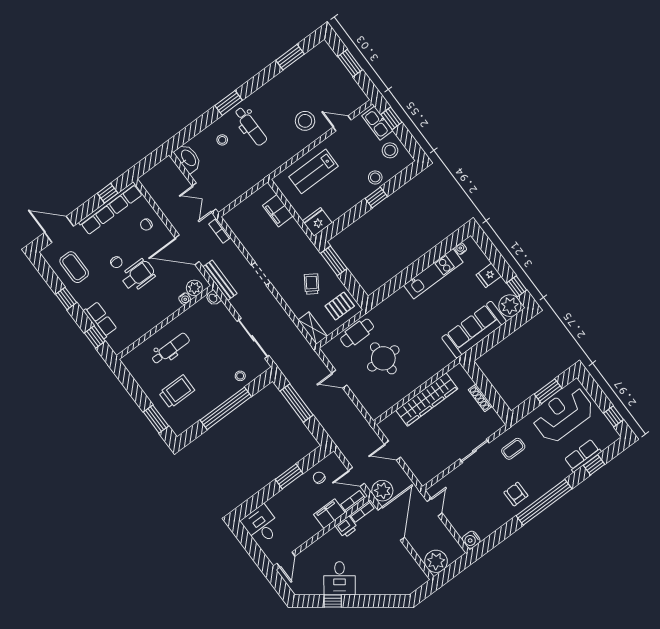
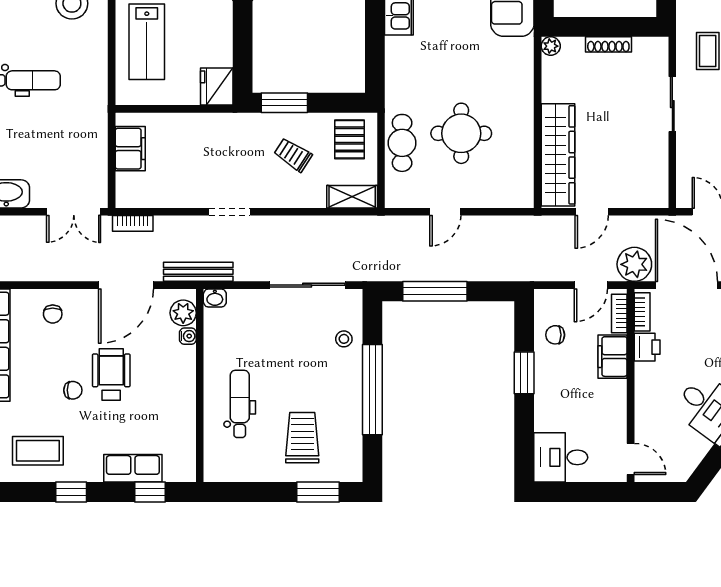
stool: (222, 140) -> (16, 131), removed
filing cabinet: (278, 211) -> (130, 149), moved, turned -90
plant: (459, 370) -> (551, 46), added
wardrobe: (427, 399) -> (558, 155), moved

